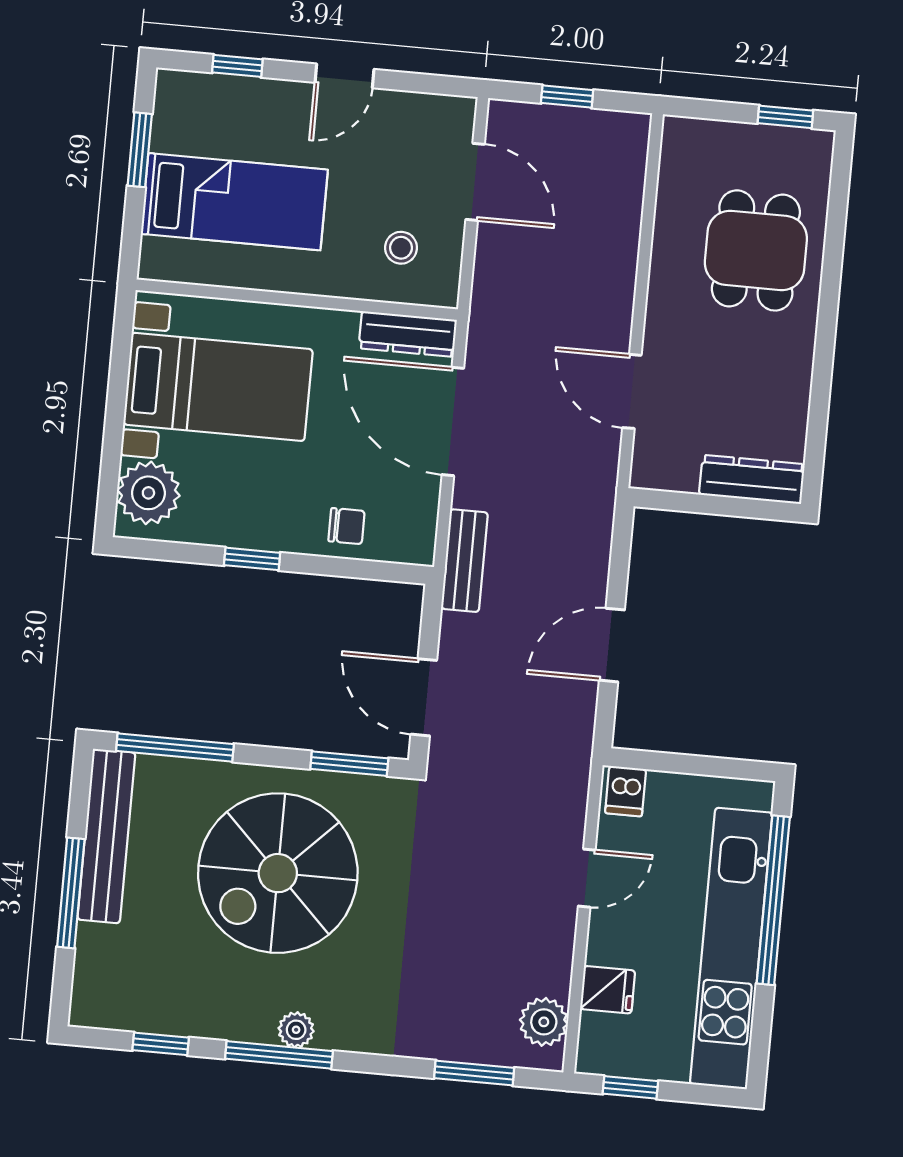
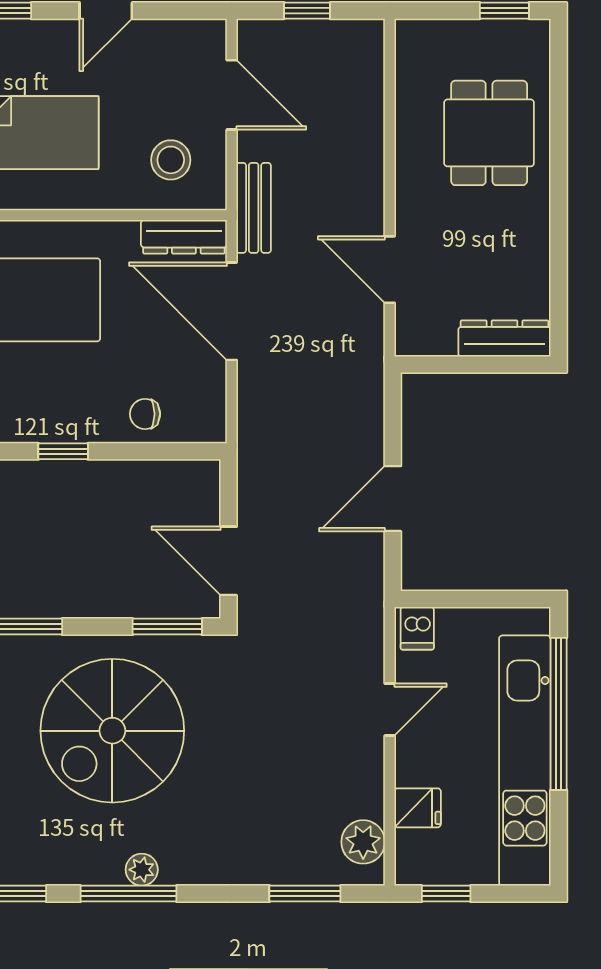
stool: (401, 248) -> (171, 160), width x1.37, depth x1.37
chair: (347, 526) -> (145, 414), turned 180
bench: (464, 561) -> (254, 208), moved

